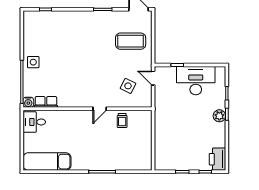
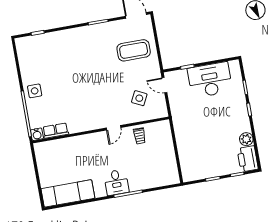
plant: (219, 116) -> (246, 139), moved
desk: (34, 122) -> (116, 182), moved, turned -90

